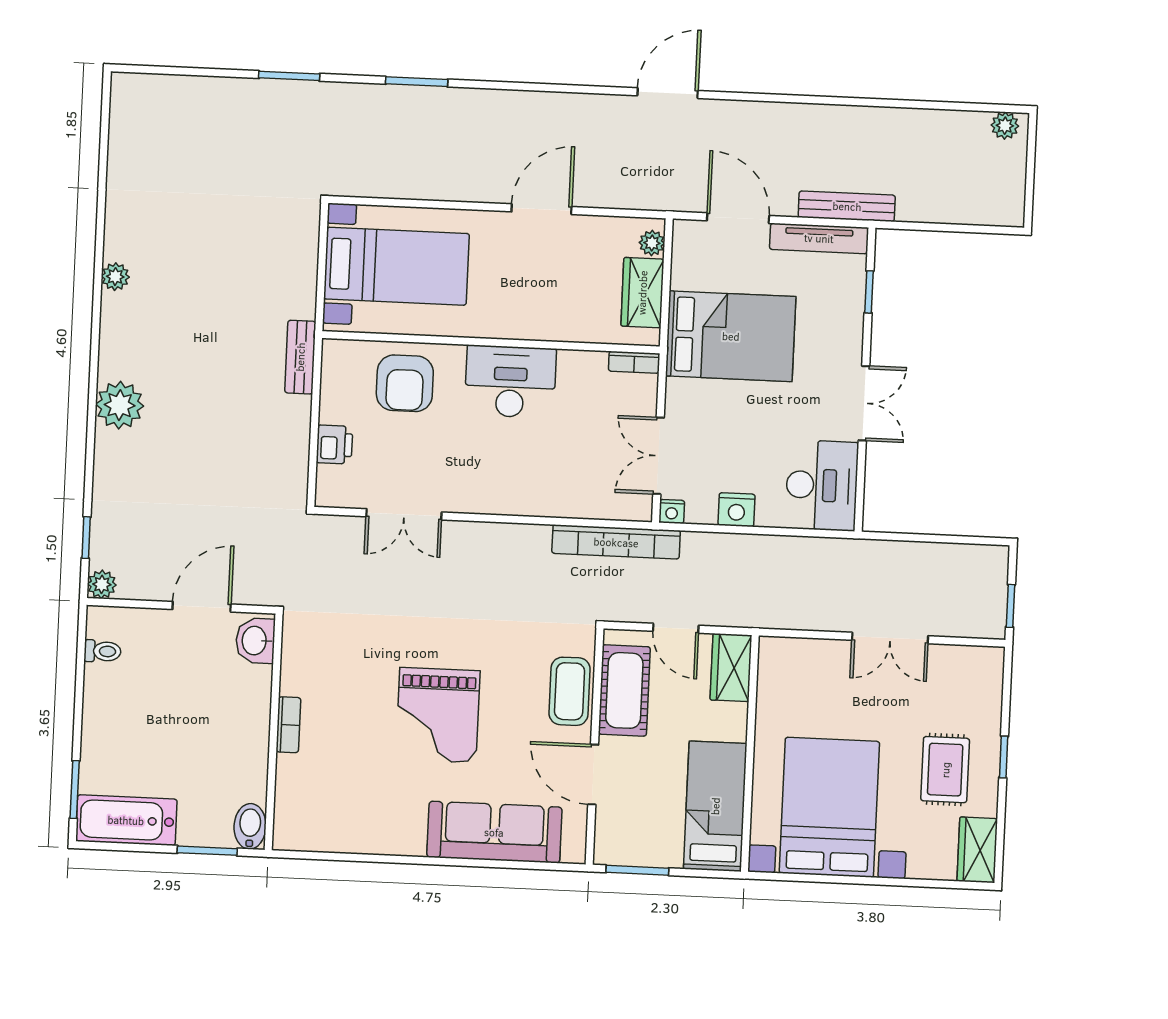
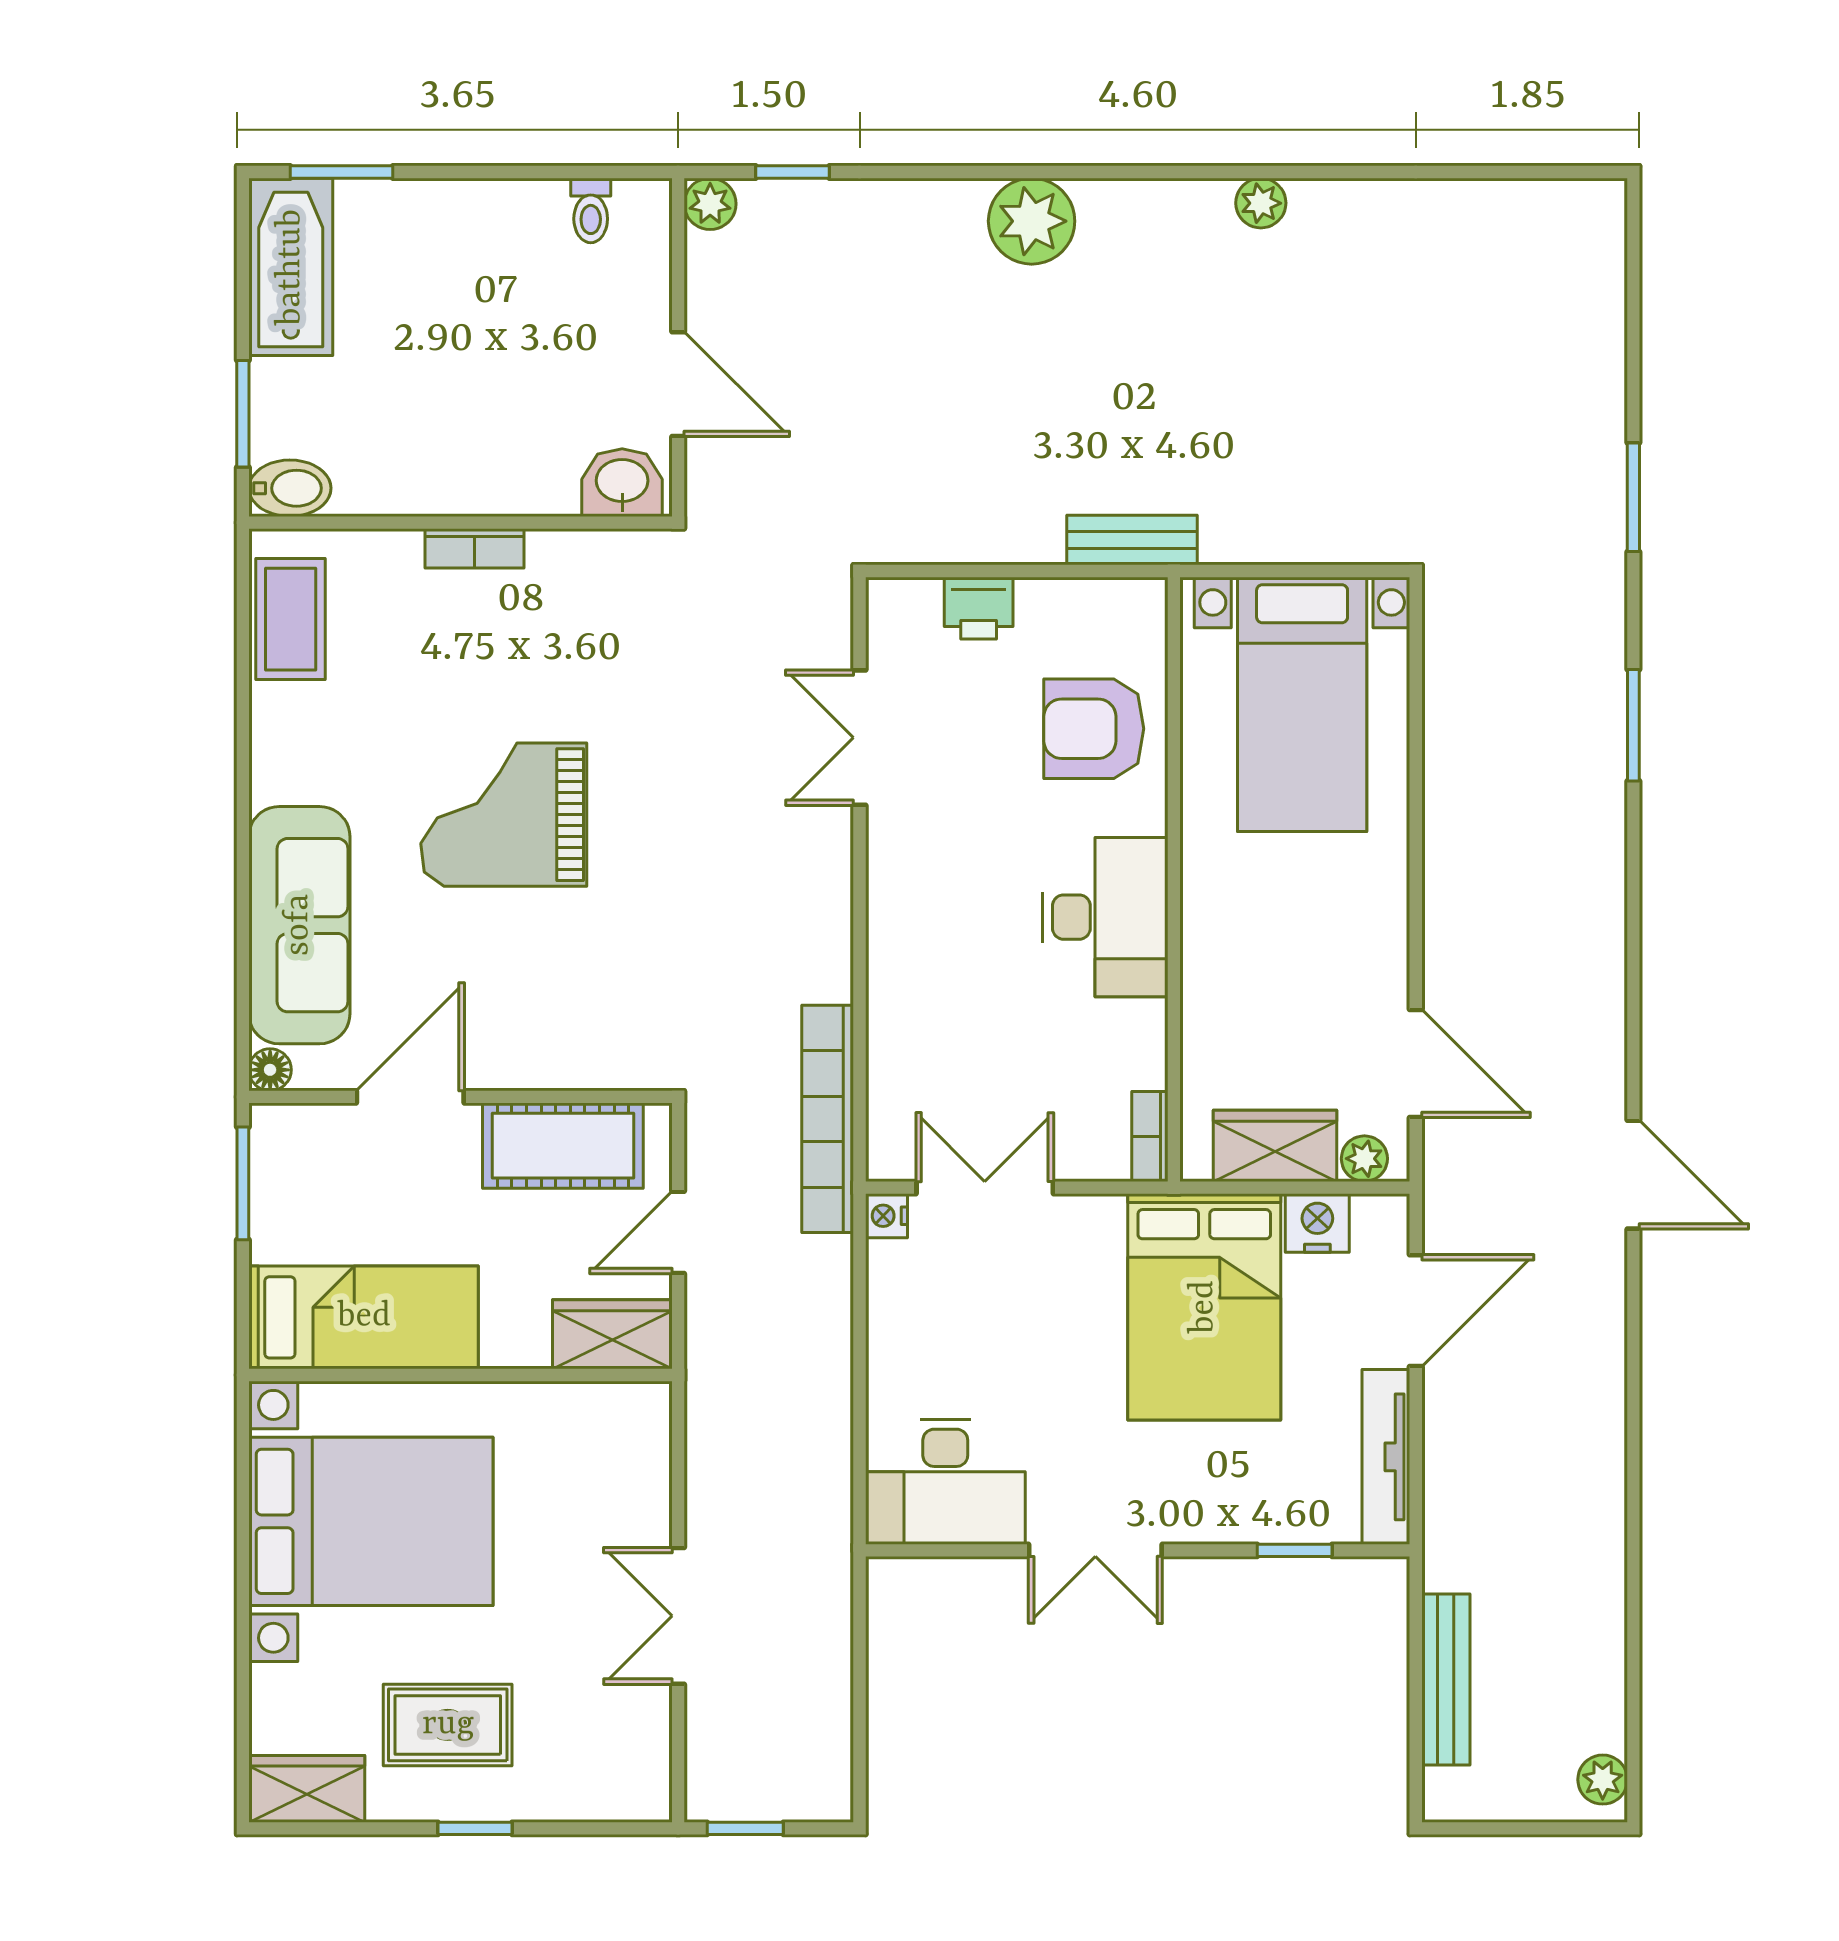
bench: (847, 206) -> (1446, 1679), moved
door: (542, 209) -> (1416, 1063), moved
nightstand: (736, 510) -> (1317, 1223), moved, turned 90
coffee table: (570, 691) -> (291, 619), moved, turned 90
floor lamp: (575, 852) -> (270, 1070), added

